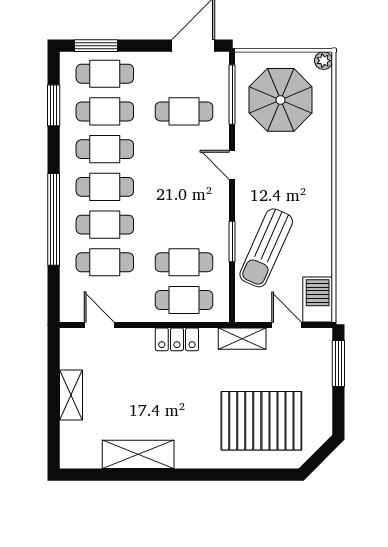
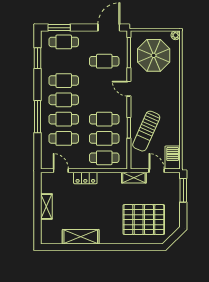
cafe table: (105, 111) -> (104, 119), moved
window: (54, 219) -> (37, 117), width x0.68
locker: (177, 339) -> (85, 178), moved

